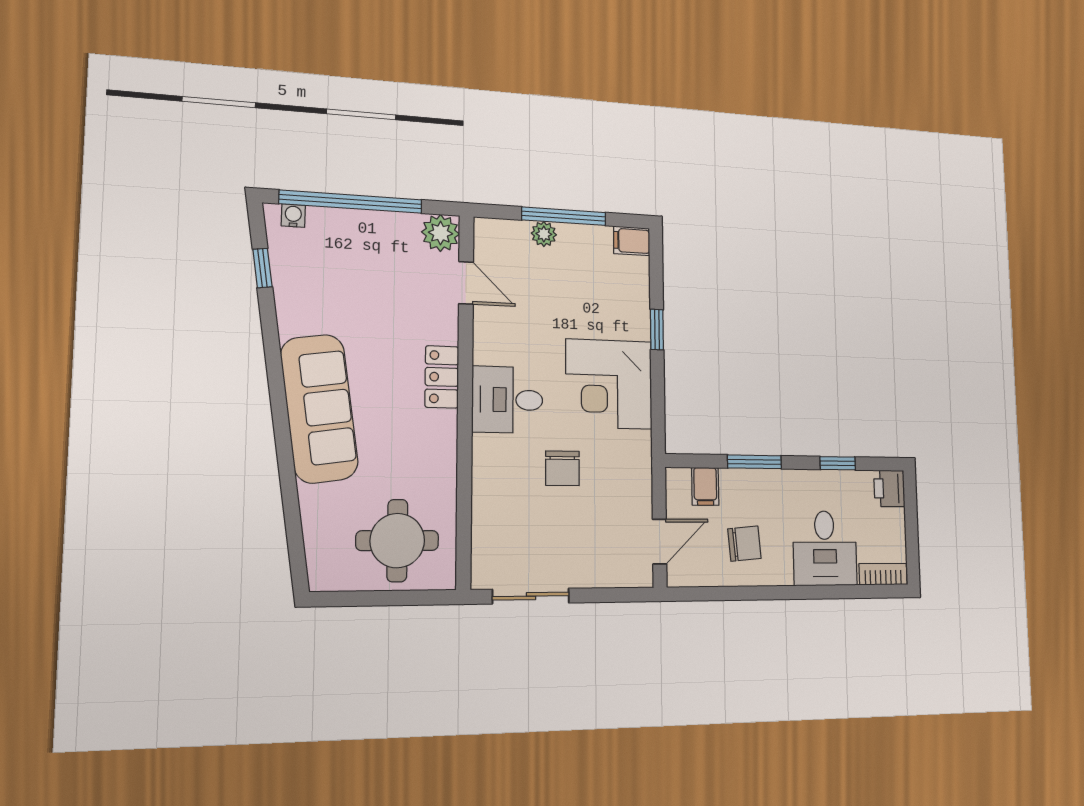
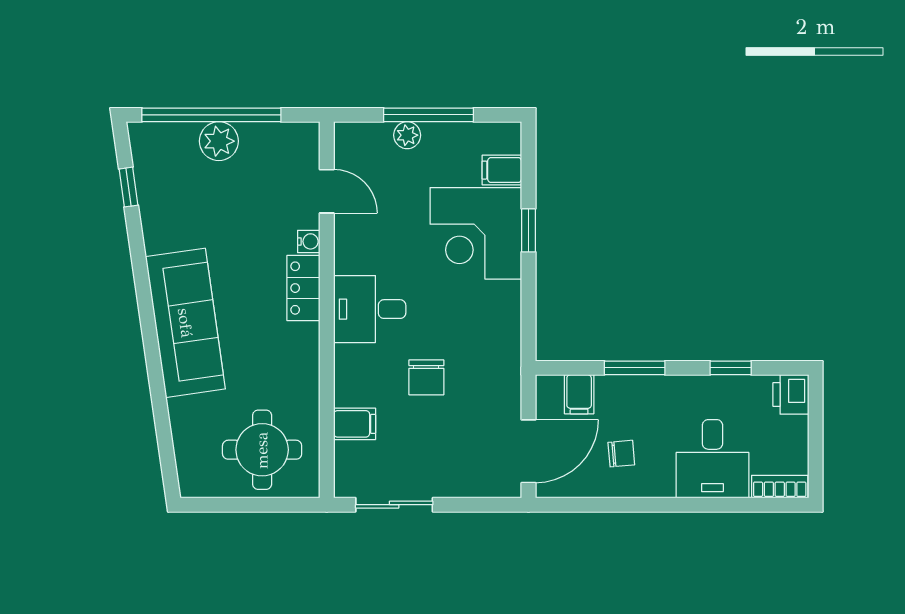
water cooler: (293, 216) -> (309, 241), moved, turned 90
plant: (441, 233) -> (219, 141), moved
filing cabinet: (632, 241) -> (502, 170), moved
corner desk: (609, 384) -> (476, 233), moved
filing cabinet: (492, 514) -> (355, 424), added
door: (660, 542) -> (528, 451), width x1.38
chair: (744, 544) -> (621, 454), width x0.73, depth x0.73

